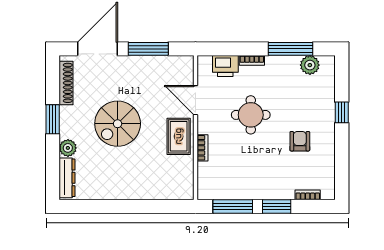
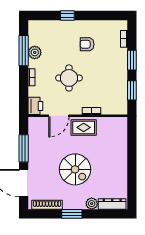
plant: (310, 65) -> (35, 52), moved
printer: (225, 66) -> (35, 106), moved
window: (233, 207) -> (132, 90), width x0.69

